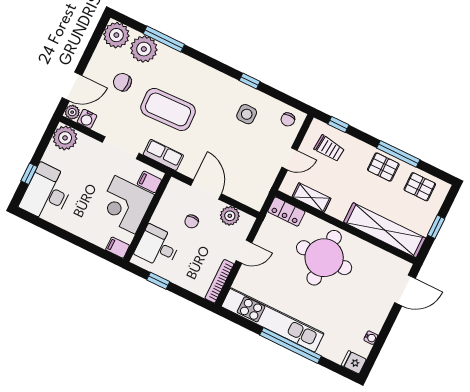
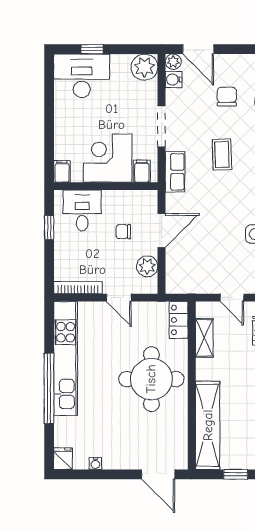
coffee table: (168, 109) -> (222, 155), width x0.54, depth x0.58

